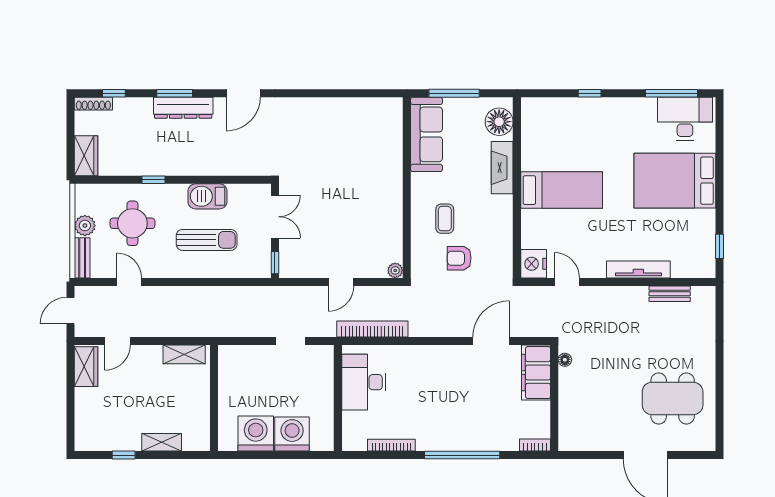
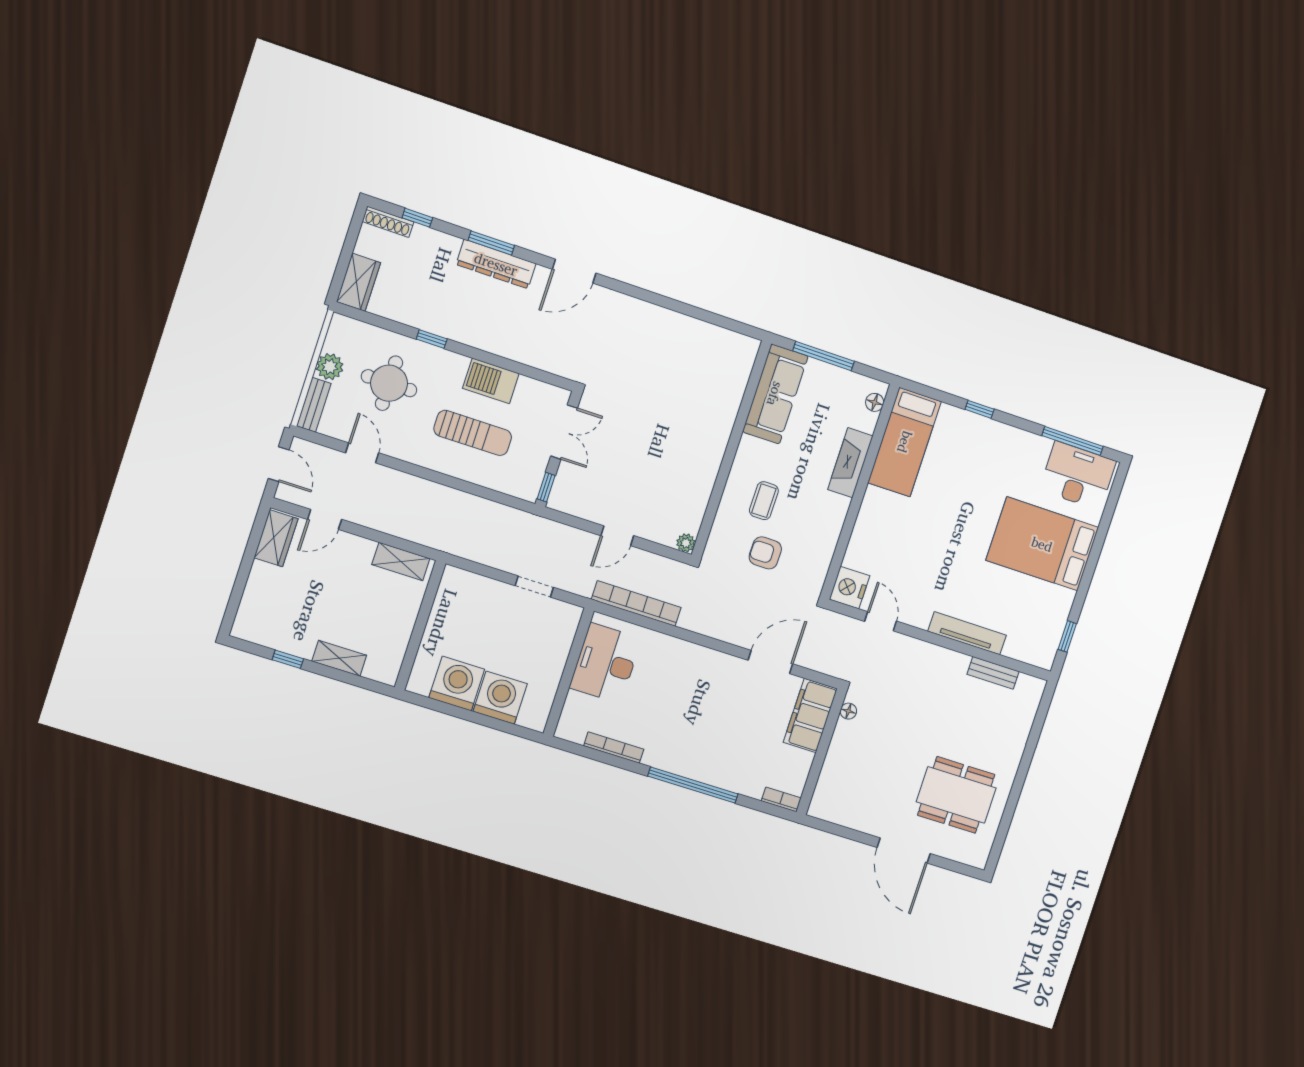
floor lamp: (499, 122) -> (875, 402), width x0.53, depth x0.53
bed: (562, 190) -> (905, 442), moved, turned 90
door: (70, 311) -> (279, 464), swing flipped

